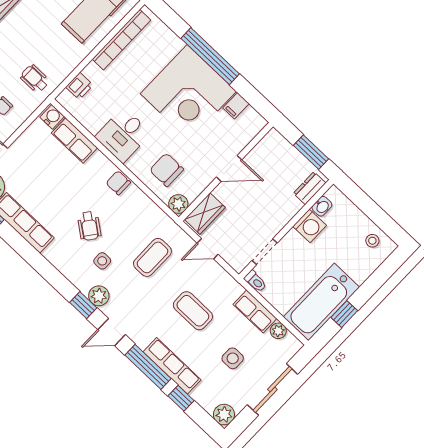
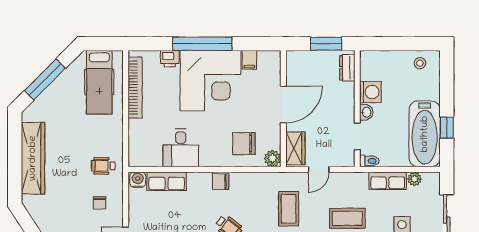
printer: (79, 86) -> (170, 59), moved, turned 90
desk: (123, 135) -> (181, 148), moved
door: (229, 168) -> (283, 104), width x1.36
washbasin: (322, 206) -> (366, 112), moved

